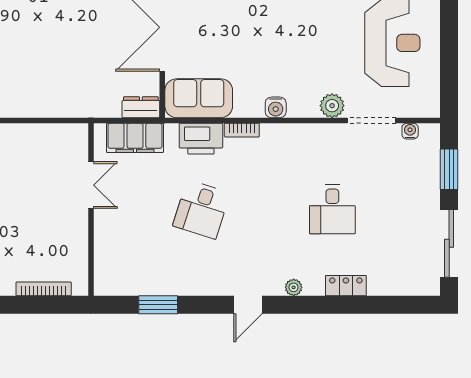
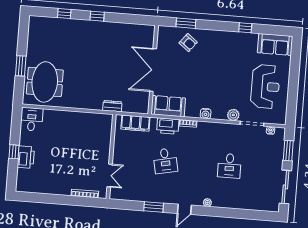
dresser: (141, 107) -> (112, 106), moved
double door: (91, 185) -> (110, 176), moved
desk: (201, 209) -> (165, 161), turned -30
locker: (346, 286) -> (233, 204), removed
window: (158, 305) -> (154, 207), moved

